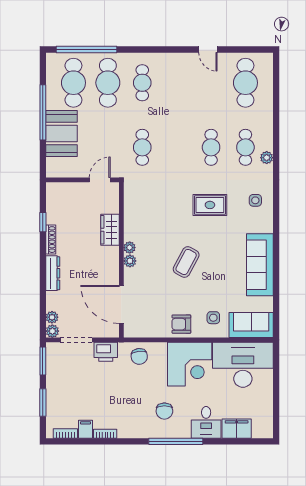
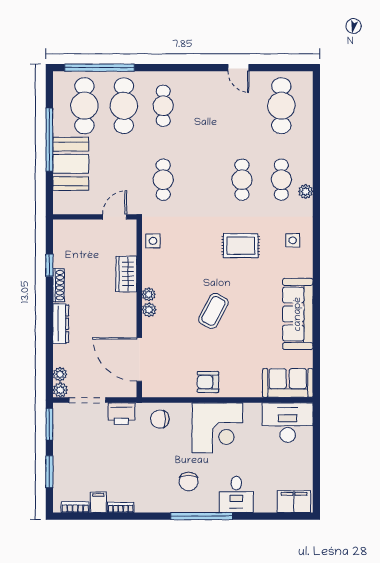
side table: (213, 318) -> (153, 241), moved
chair: (139, 356) -> (160, 419), turned 97
desk: (243, 365) -> (288, 423), width x0.73, depth x0.77
filing cabinet: (237, 429) -> (294, 502), moved

